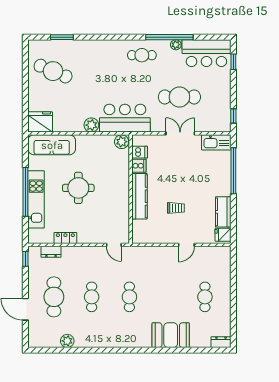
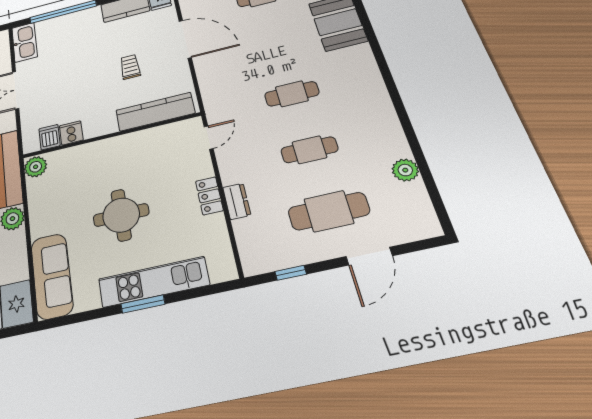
window: (25, 192) -> (143, 304), width x0.47
kitchen counter: (140, 196) -> (155, 112), moved
locker: (65, 238) -> (209, 196), moved
door: (186, 245) -> (185, 39), width x1.88
dresser: (51, 252) -> (237, 201), moved
window: (25, 259) -> (291, 273), moved

